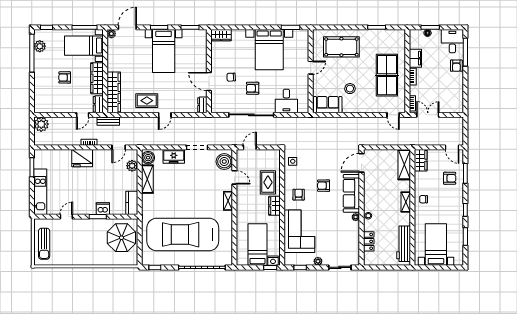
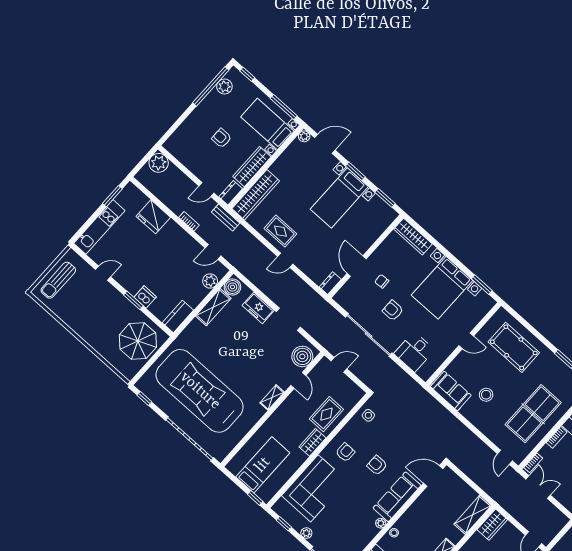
wardrobe: (221, 35) -> (413, 237), width x1.50
fridge: (82, 158) -> (153, 217), moved
nightstand: (273, 261) -> (264, 494), removed

